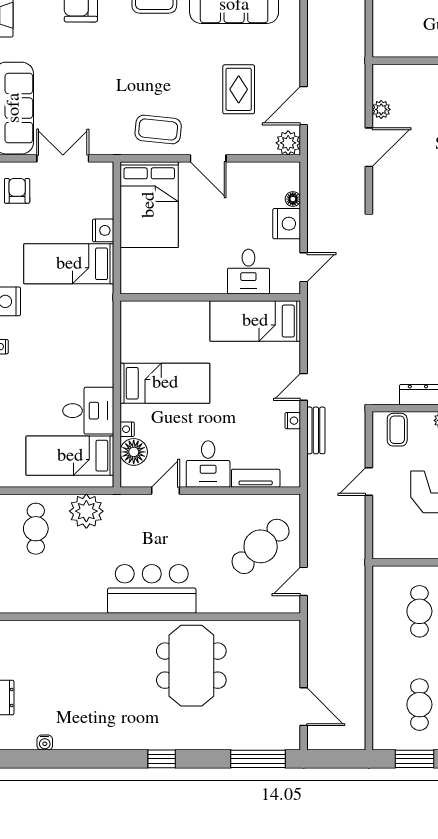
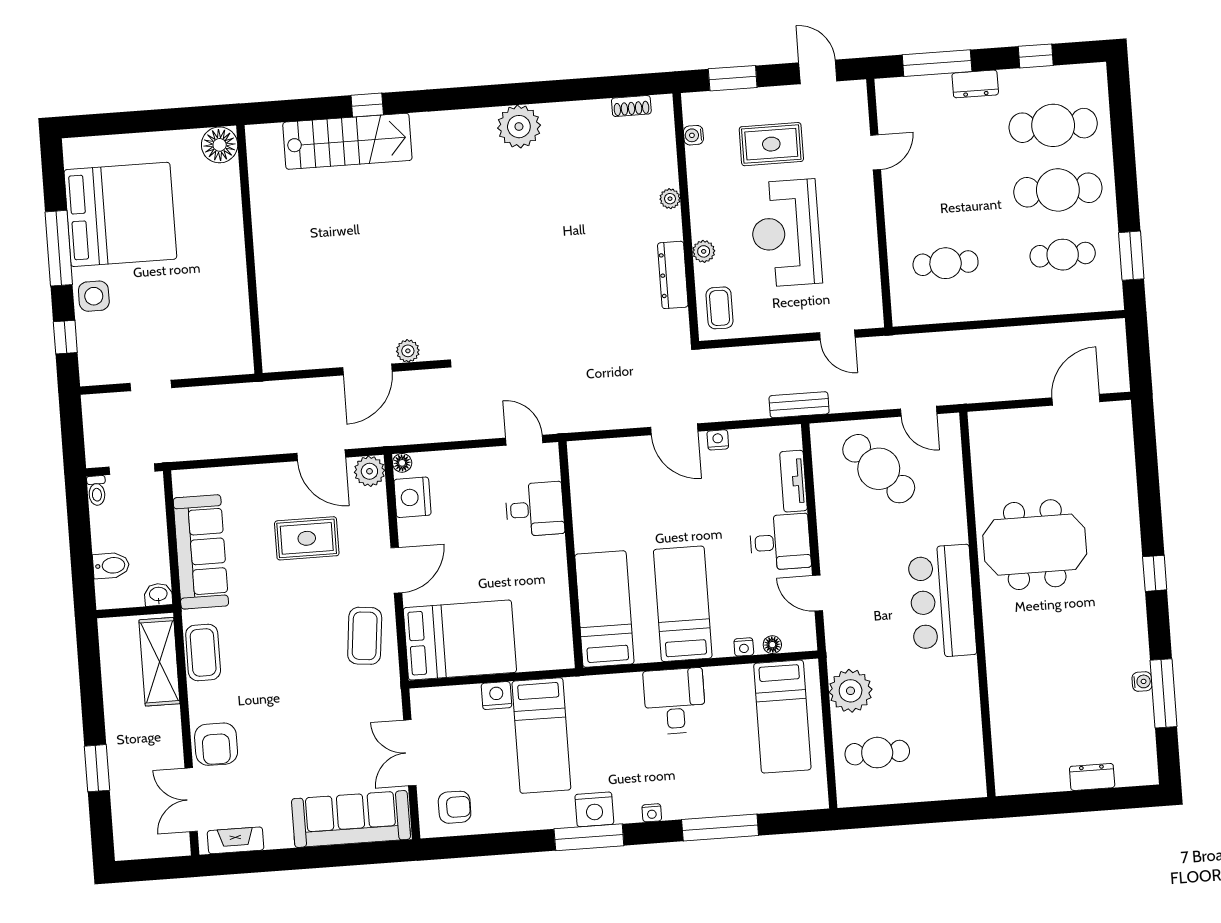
plant: (381, 109) -> (408, 351), moved
door: (369, 147) -> (367, 370), swing flipped
armchair: (17, 191) -> (455, 807), turned 180
floor lamp: (293, 199) -> (402, 463), moved
nightstand: (287, 224) -> (412, 497), moved, turned -90
bed: (255, 321) -> (604, 609), moved, turned 180
door: (304, 387) -> (674, 429), width x1.38
desk: (88, 411) -> (675, 701), moved
bench: (316, 430) -> (799, 405), moved
coffee table: (397, 430) -> (720, 308), turned 90
floor lamp: (134, 452) -> (772, 645), width x0.53, depth x0.53
door: (369, 482) -> (837, 335), moved
water cooler: (45, 743) -> (1142, 682), moved
window: (258, 759) -> (1163, 693), moved

